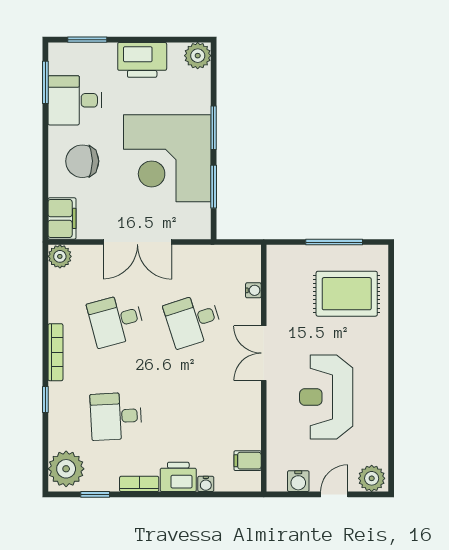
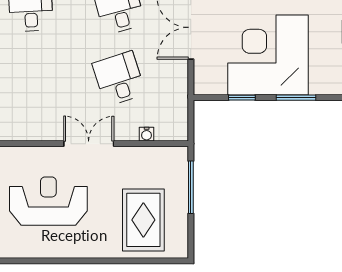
window: (214, 187) -> (242, 98), width x0.67
window: (334, 242) -> (191, 187), moved

